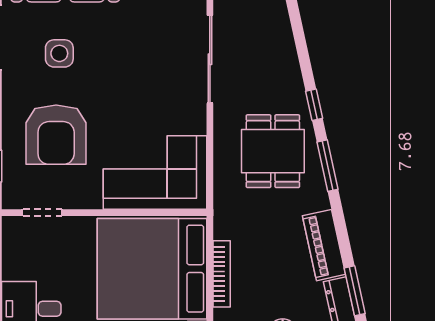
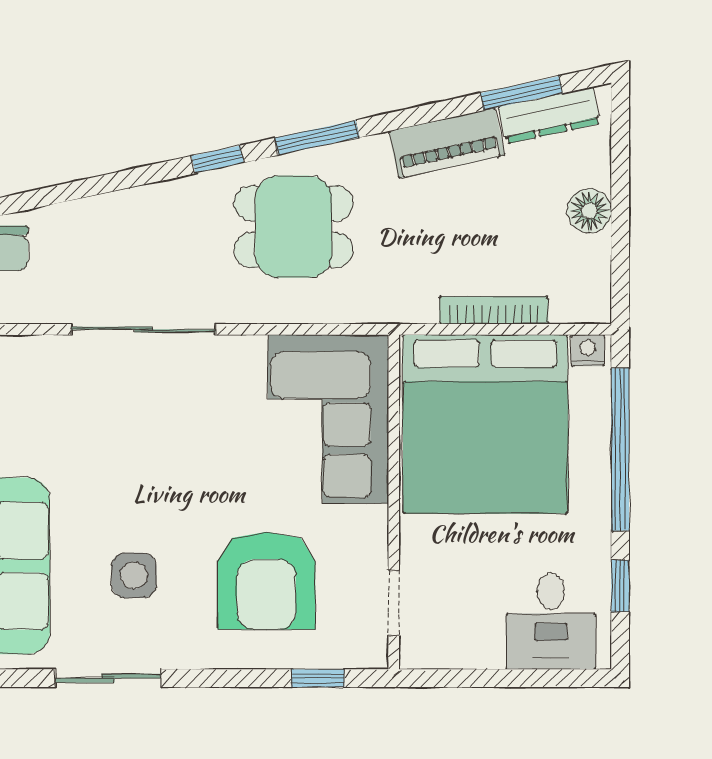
armchair: (56, 135) -> (266, 581), turned 90

